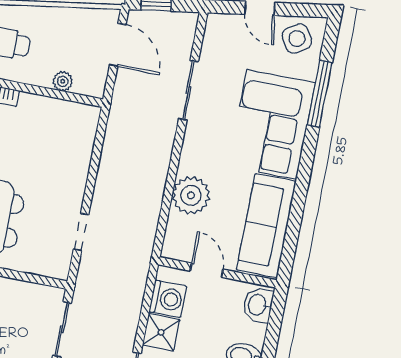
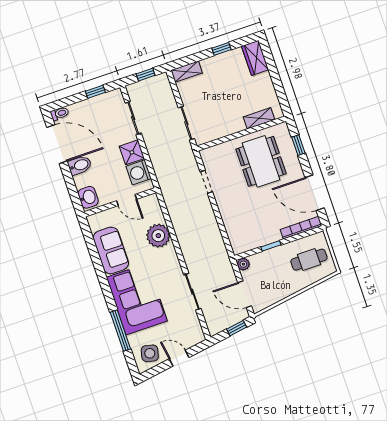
side table: (297, 39) -> (150, 353), turned 45
plant: (63, 81) -> (243, 264), moved
window: (43, 91) -> (271, 246), added
sofa: (266, 226) -> (111, 250), width x0.73

